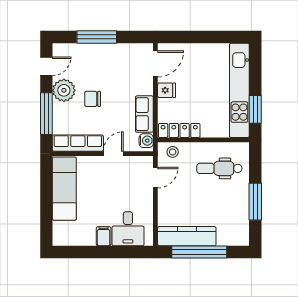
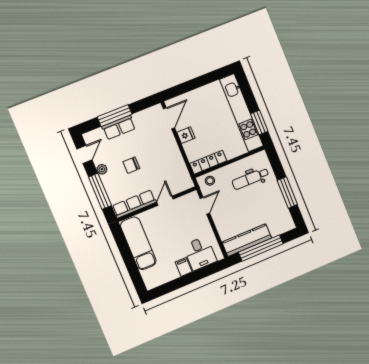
plant: (64, 90) -> (102, 169), width x0.53, depth x0.53
row of seats: (144, 114) -> (119, 127), moved, turned -90
water cooler: (146, 141) -> (186, 180), removed

